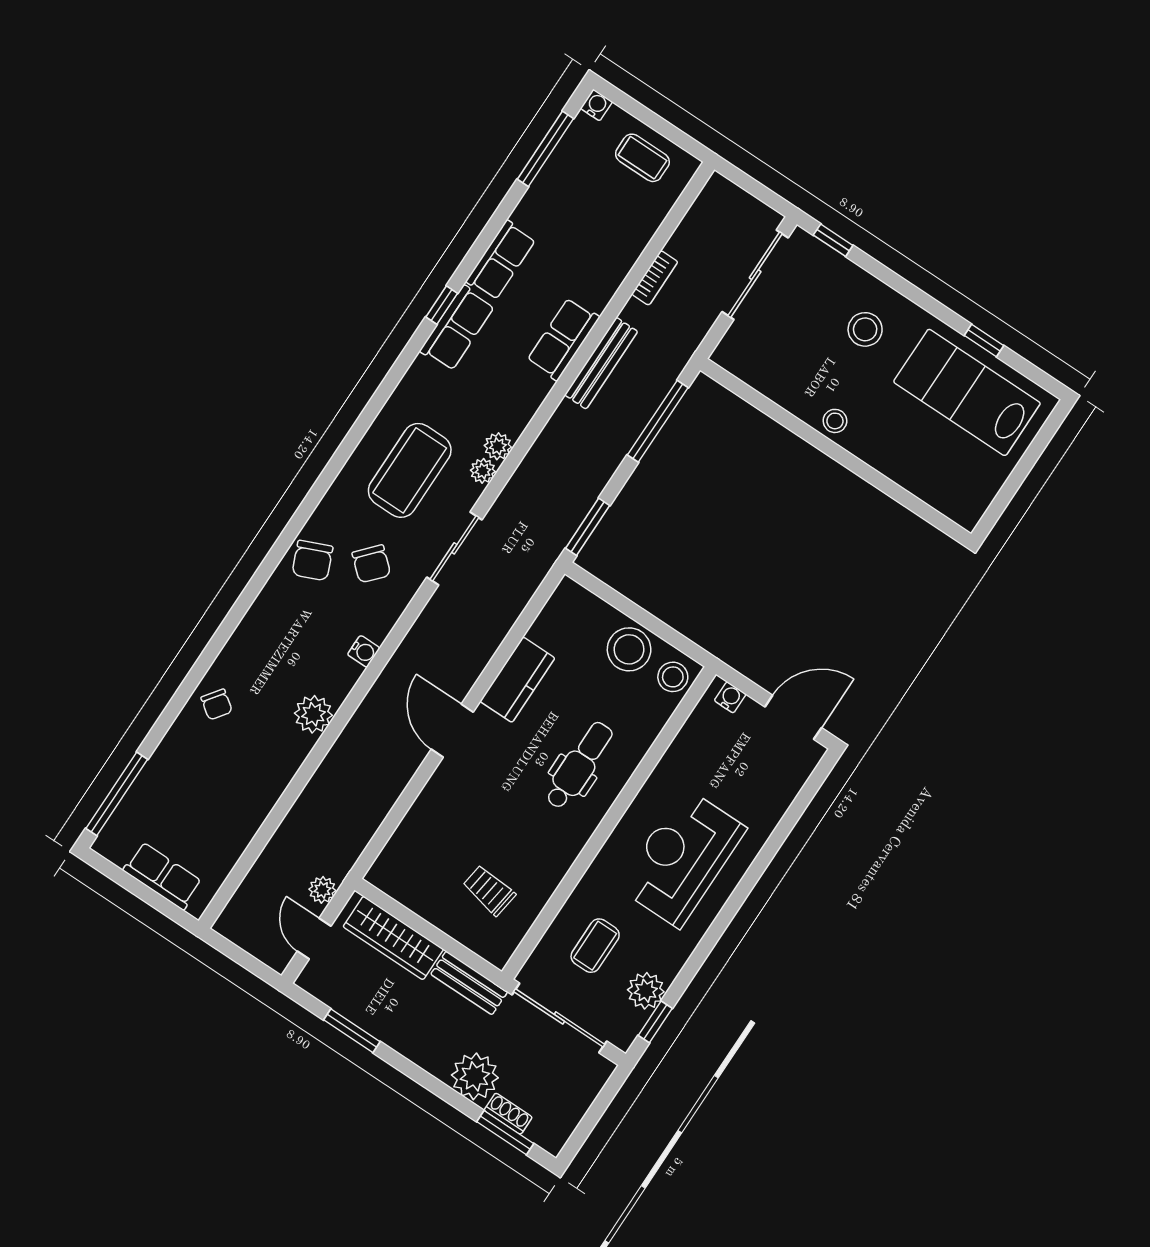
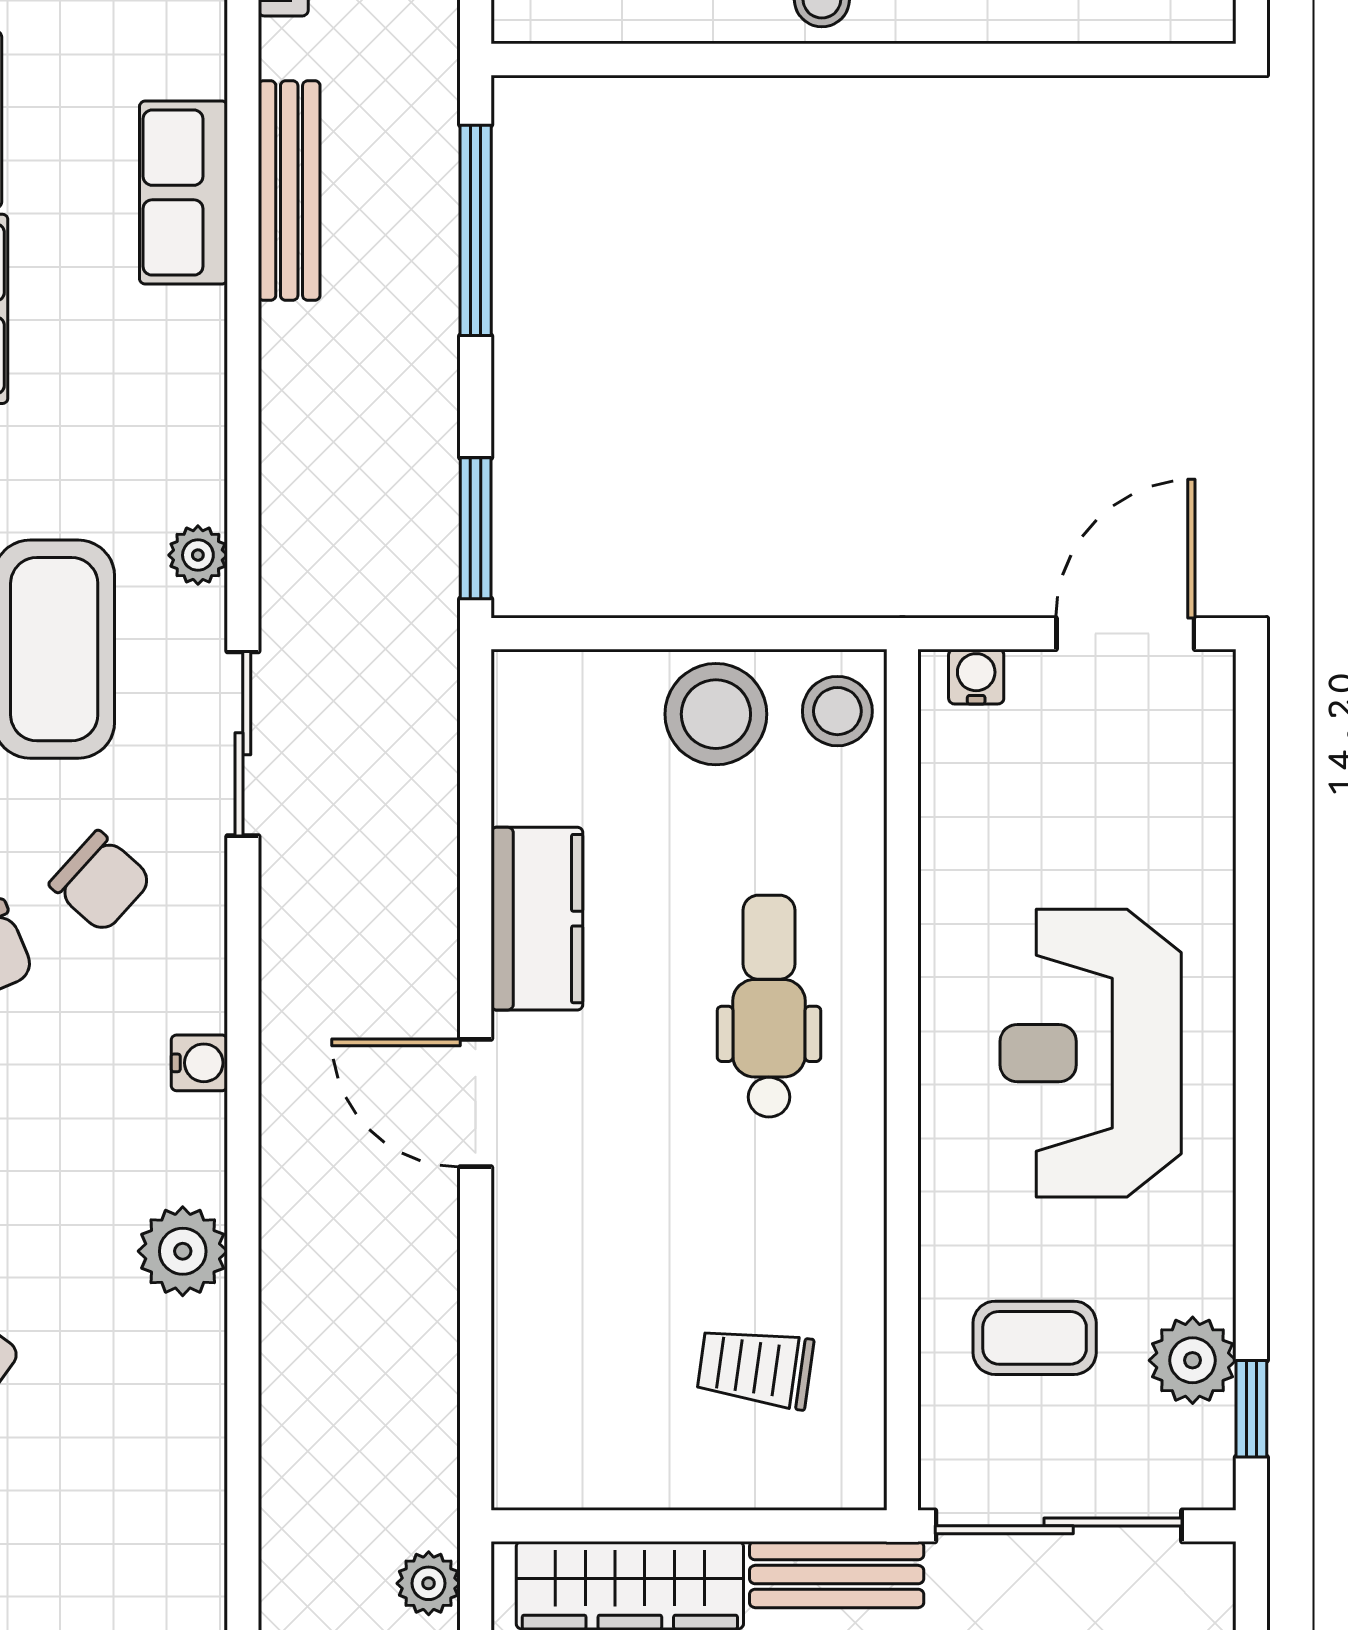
plant: (498, 446) -> (195, 487), removed
coffee table: (595, 946) -> (1035, 1338), turned 90

